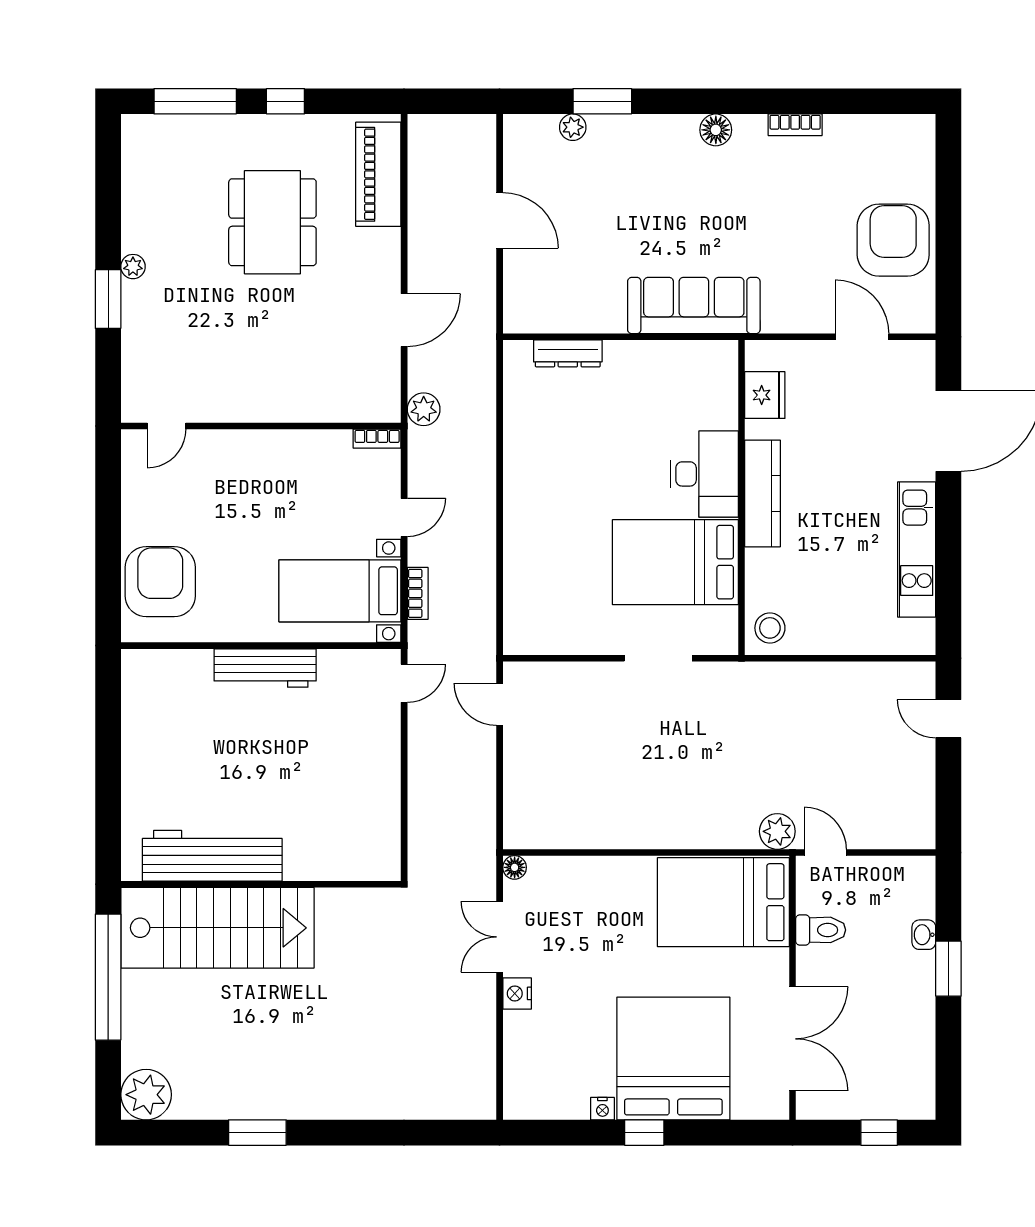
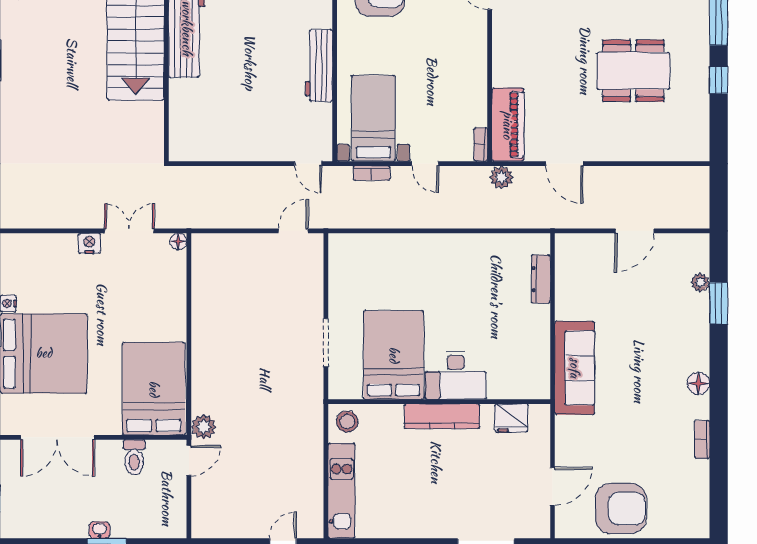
piano: (378, 174) -> (508, 125), moved, turned 90
kitchen unit: (917, 550) -> (341, 491), moved, turned 90
washbasin: (924, 935) -> (100, 530), moved

